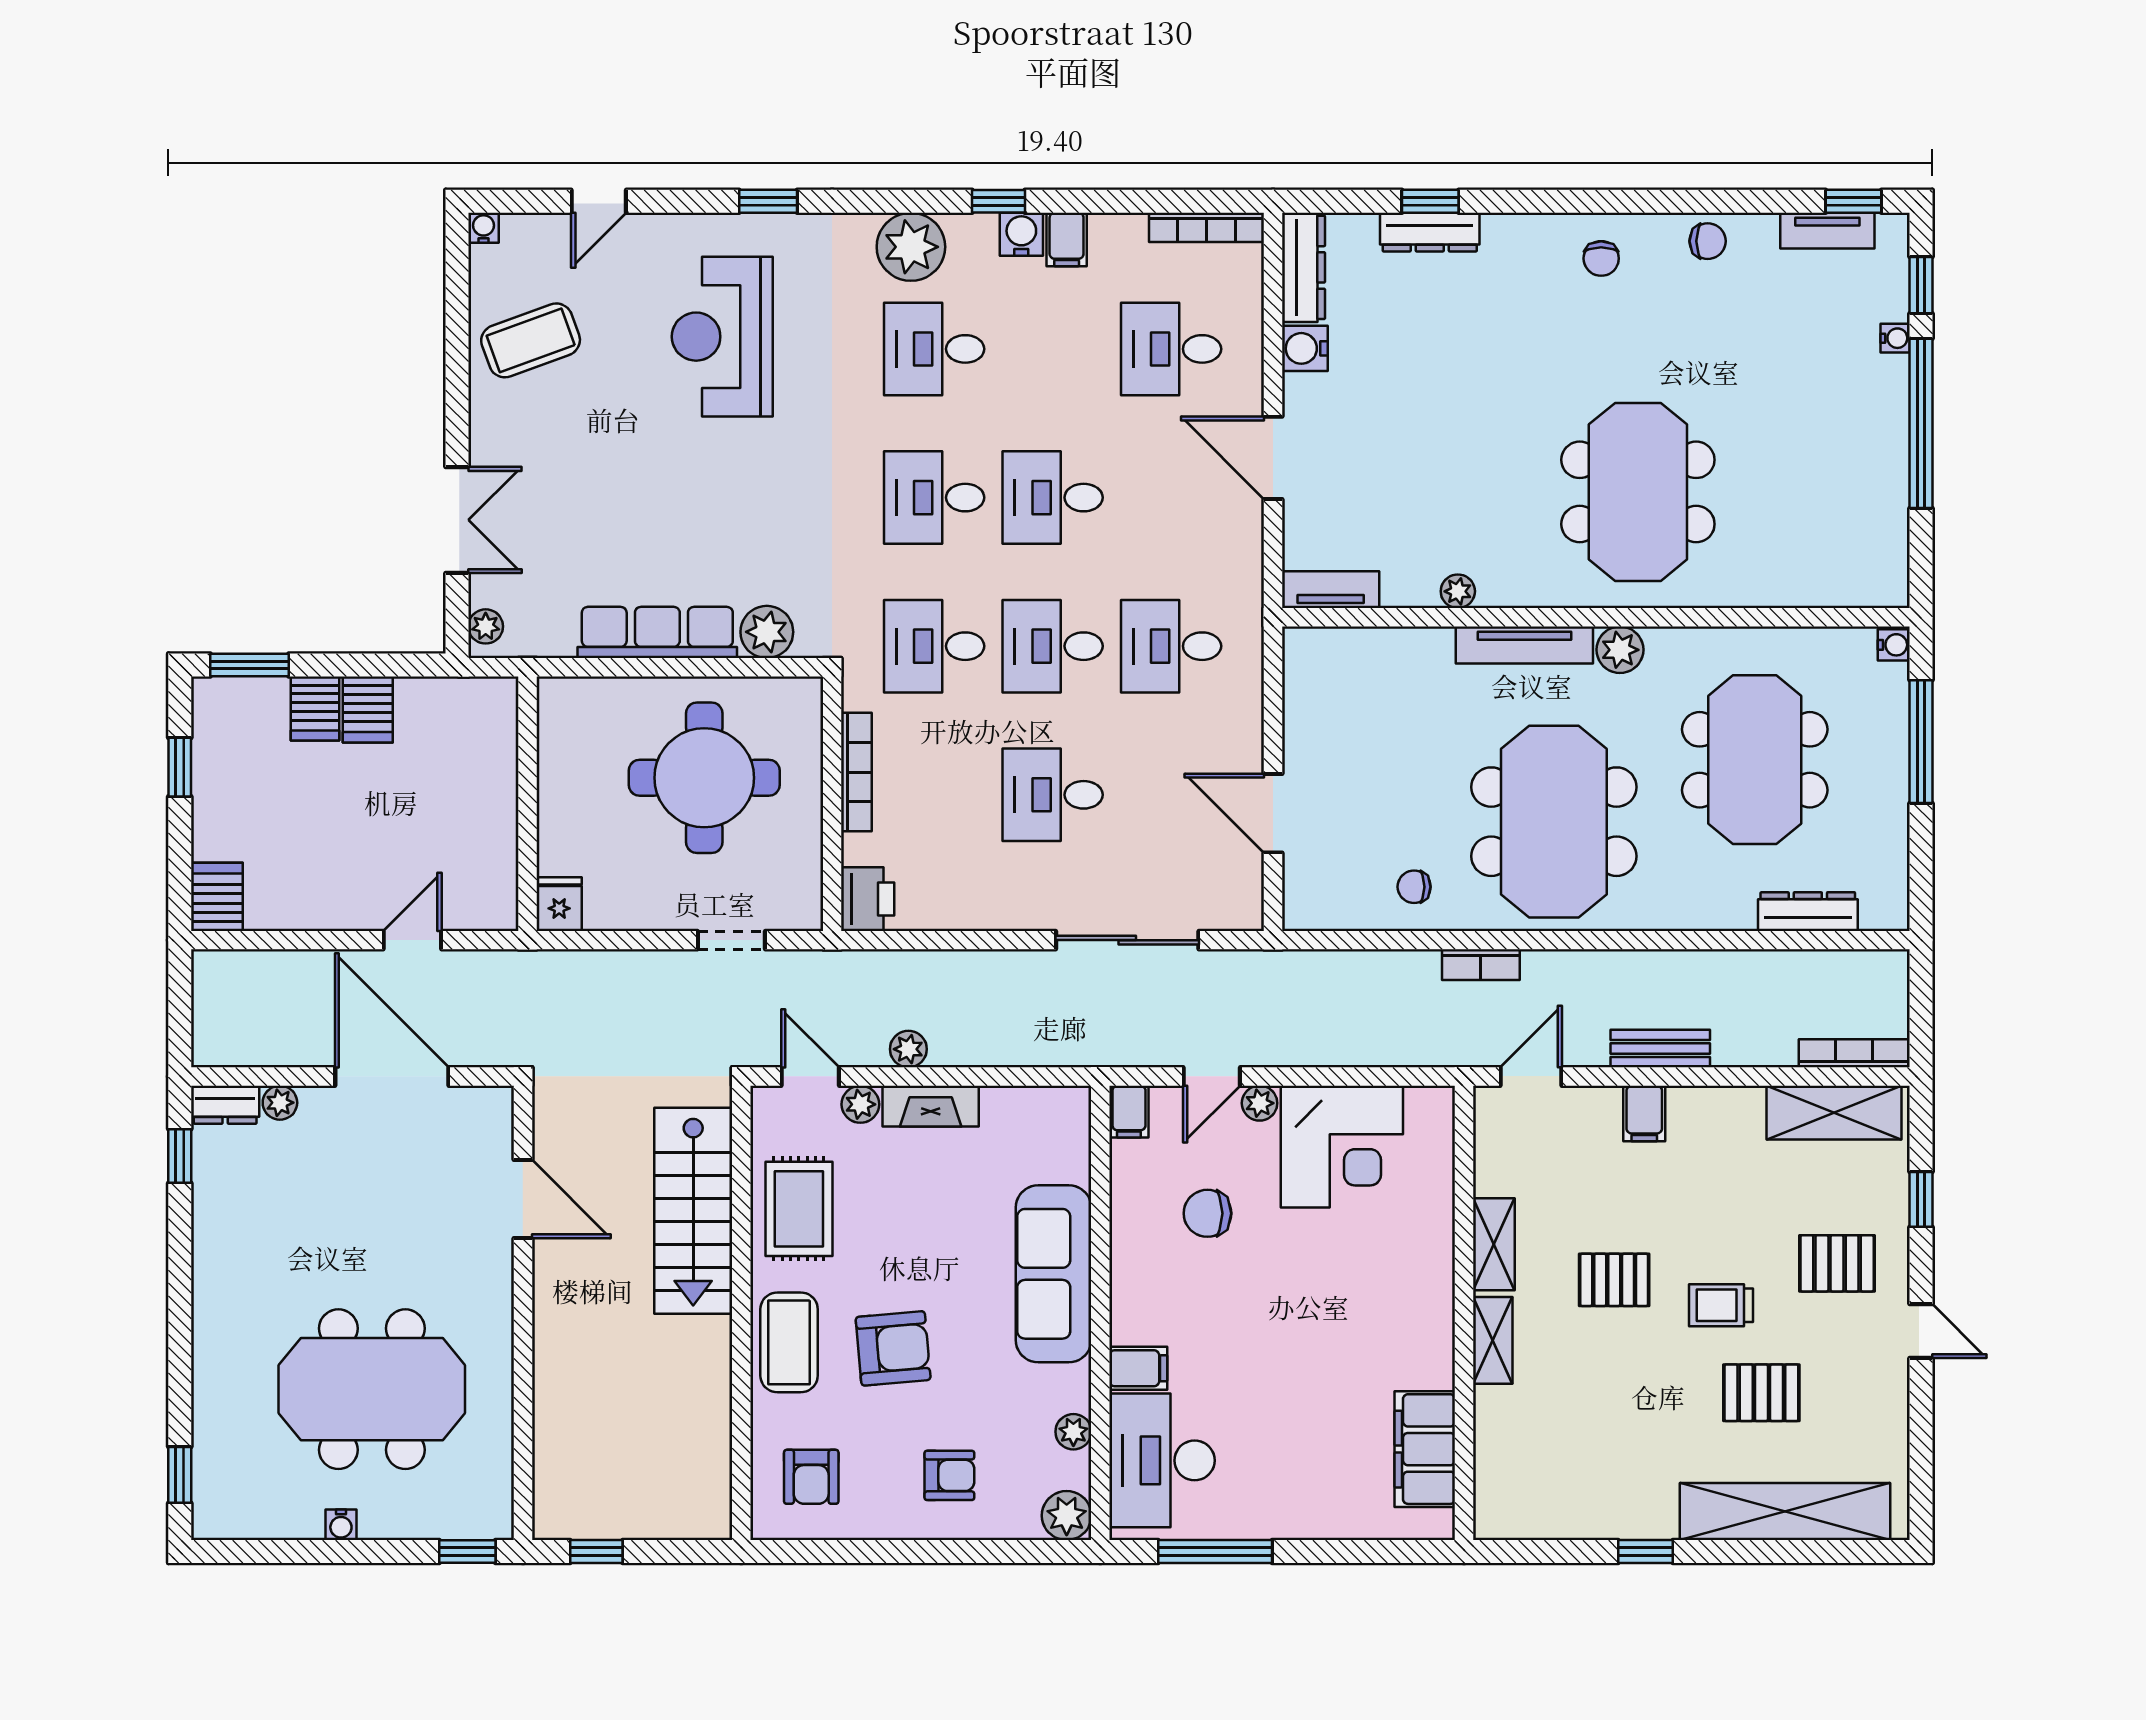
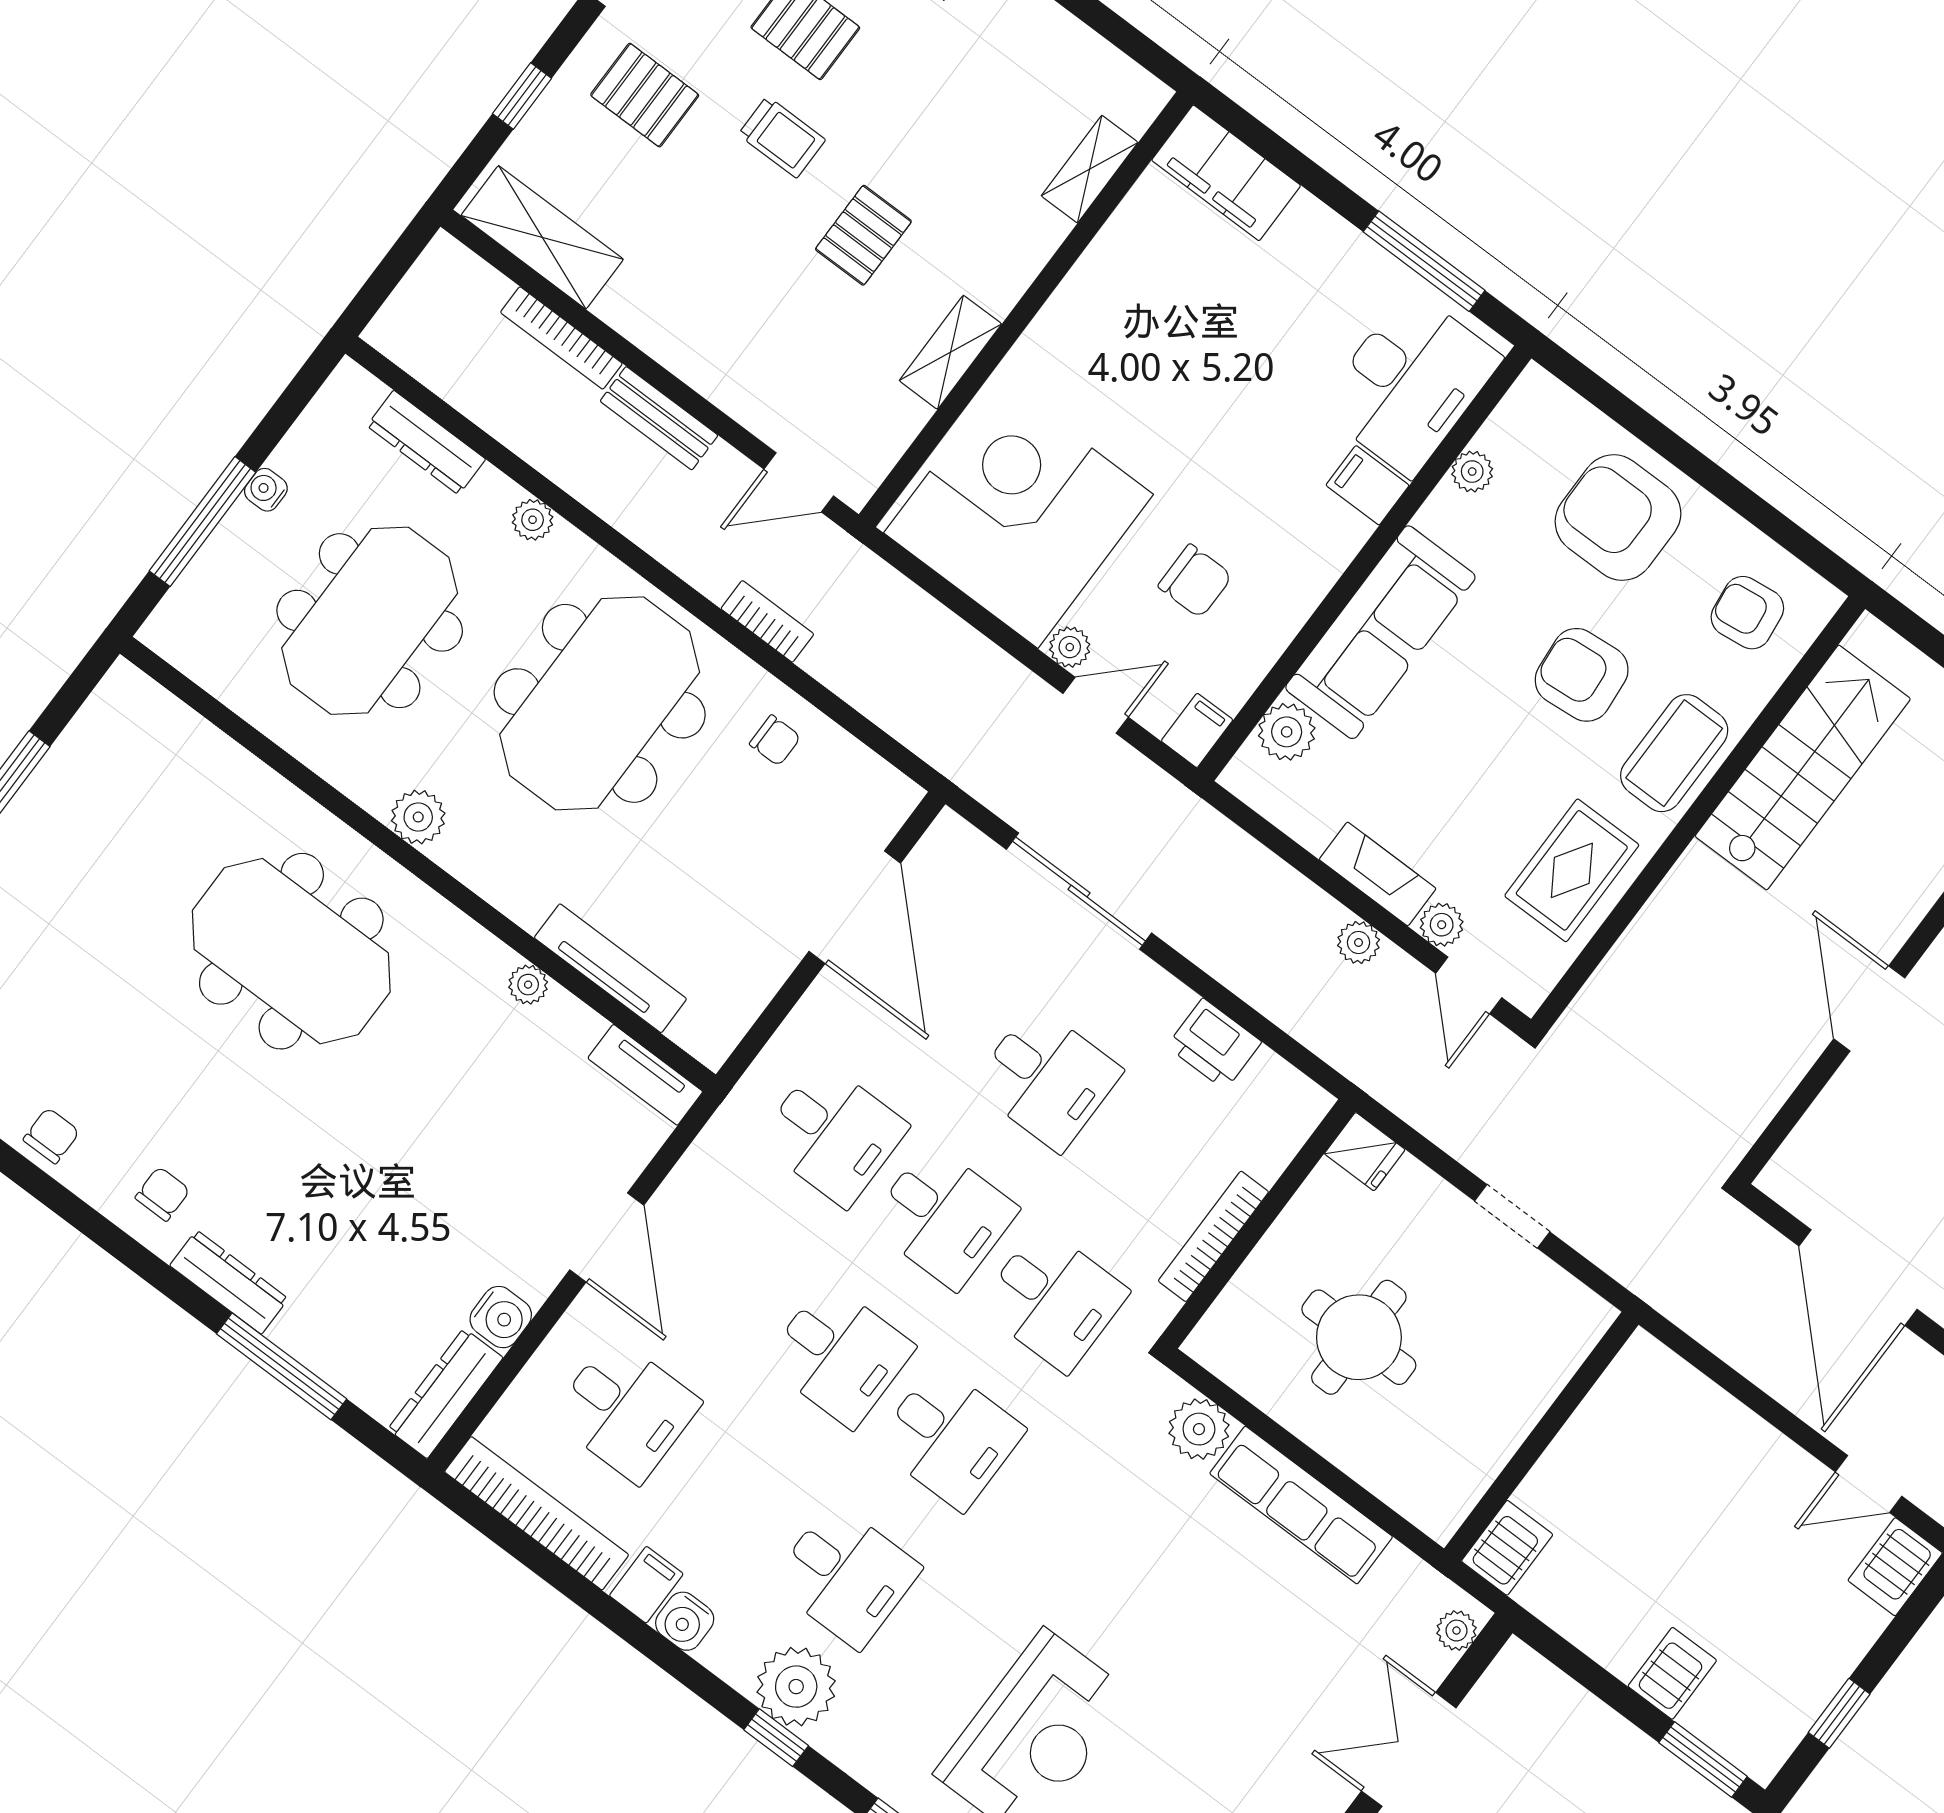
window: (998, 201) -> (776, 1738), moved
window: (1430, 201) -> (282, 1366), width x2.17
bookcase: (1207, 227) -> (537, 1513), width x1.48, depth x1.31
dresser: (1430, 232) -> (229, 1282), moved
chair: (1708, 241) -> (51, 1136), turned 90
meeting table: (1638, 492) -> (291, 951), turned 90
tv unit: (1524, 645) -> (610, 968), moved
water cooler: (1894, 645) -> (266, 490), moved
server rack: (368, 709) -> (1507, 1548), moved
round table: (704, 778) -> (1359, 1337), width x0.73, depth x0.73
door: (1273, 813) -> (855, 907), width x1.36
printer: (868, 899) -> (1214, 1044), moved, turned -90
fridge: (559, 904) -> (1365, 1152), moved, turned -90
plant: (1695, 913) -> (533, 520), added
door: (412, 940) -> (1869, 1484), moved
doorway: (731, 940) -> (1512, 1216), moved
bookcase: (1854, 1053) -> (561, 338), moved
filing cabinet: (1644, 1114) -> (719, 369), removed
corner desk: (1342, 1147) -> (1019, 514), width x1.36, depth x1.36
door: (523, 1199) -> (1869, 1008), moved
stairs: (693, 1211) -> (1803, 767), moved
pallet: (1614, 1280) -> (863, 235), turned 90
shelving: (1493, 1340) -> (1090, 169), moved
filing cabinet: (1425, 1449) -> (1226, 173), moved, turned 90
armchair: (949, 1475) -> (1618, 518), width x1.88, depth x1.88
armchair: (811, 1477) -> (1747, 613), turned -97
plant: (1067, 1516) -> (1287, 732), moved

